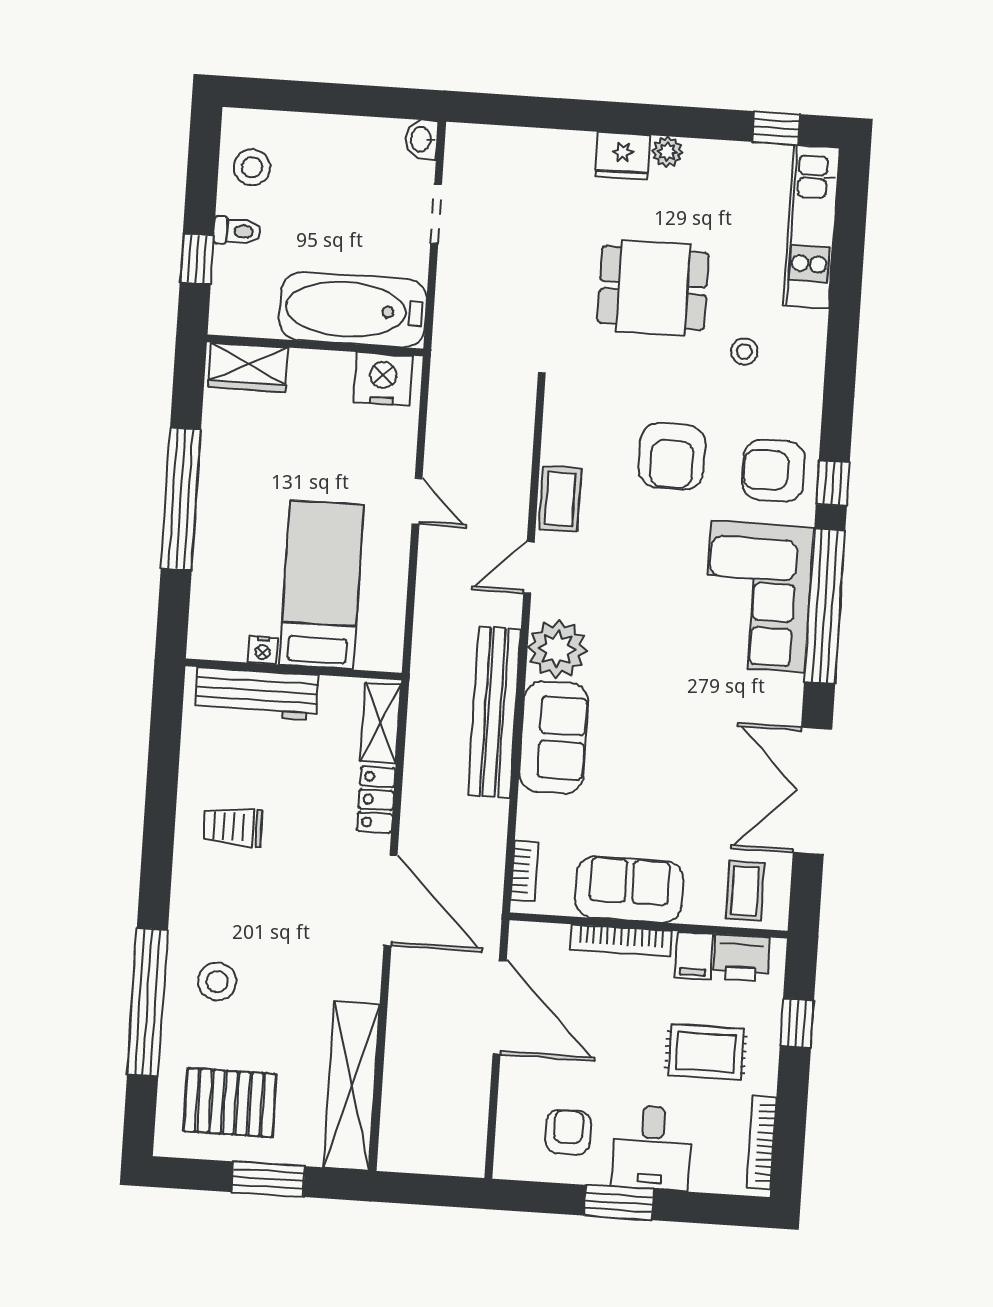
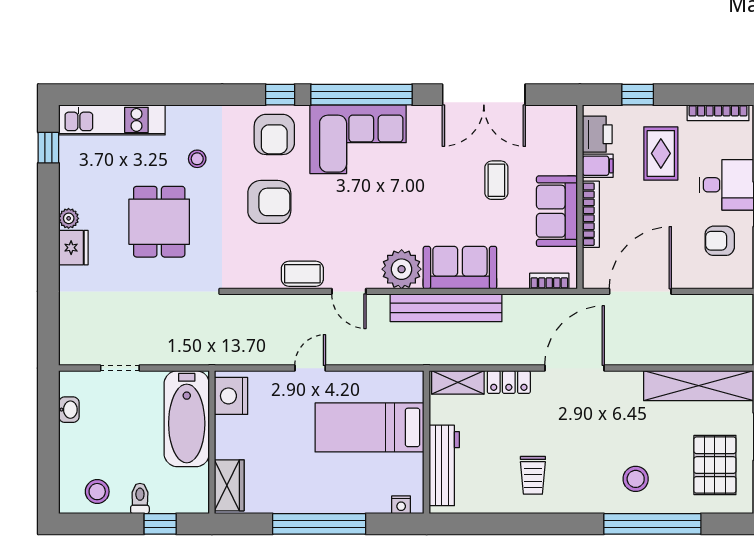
washbasin: (422, 139) -> (69, 410), moved, turned -90
nightstand: (263, 650) -> (401, 505), moved, turned 90
coffee table: (745, 891) -> (496, 180), moved, turned 90

